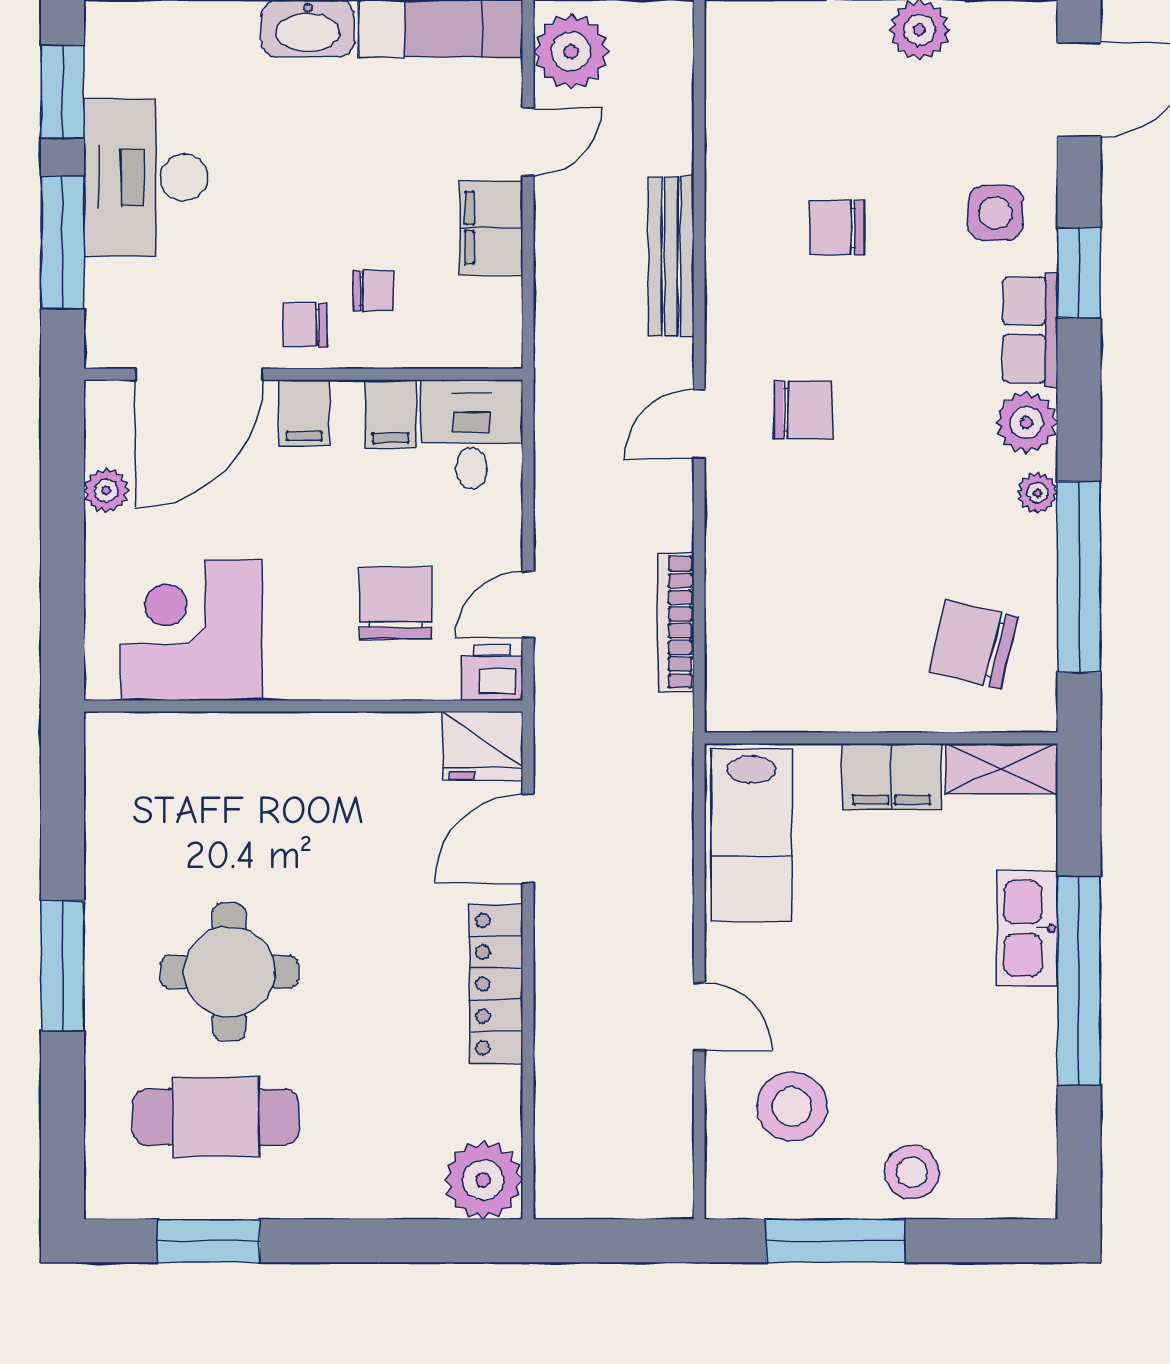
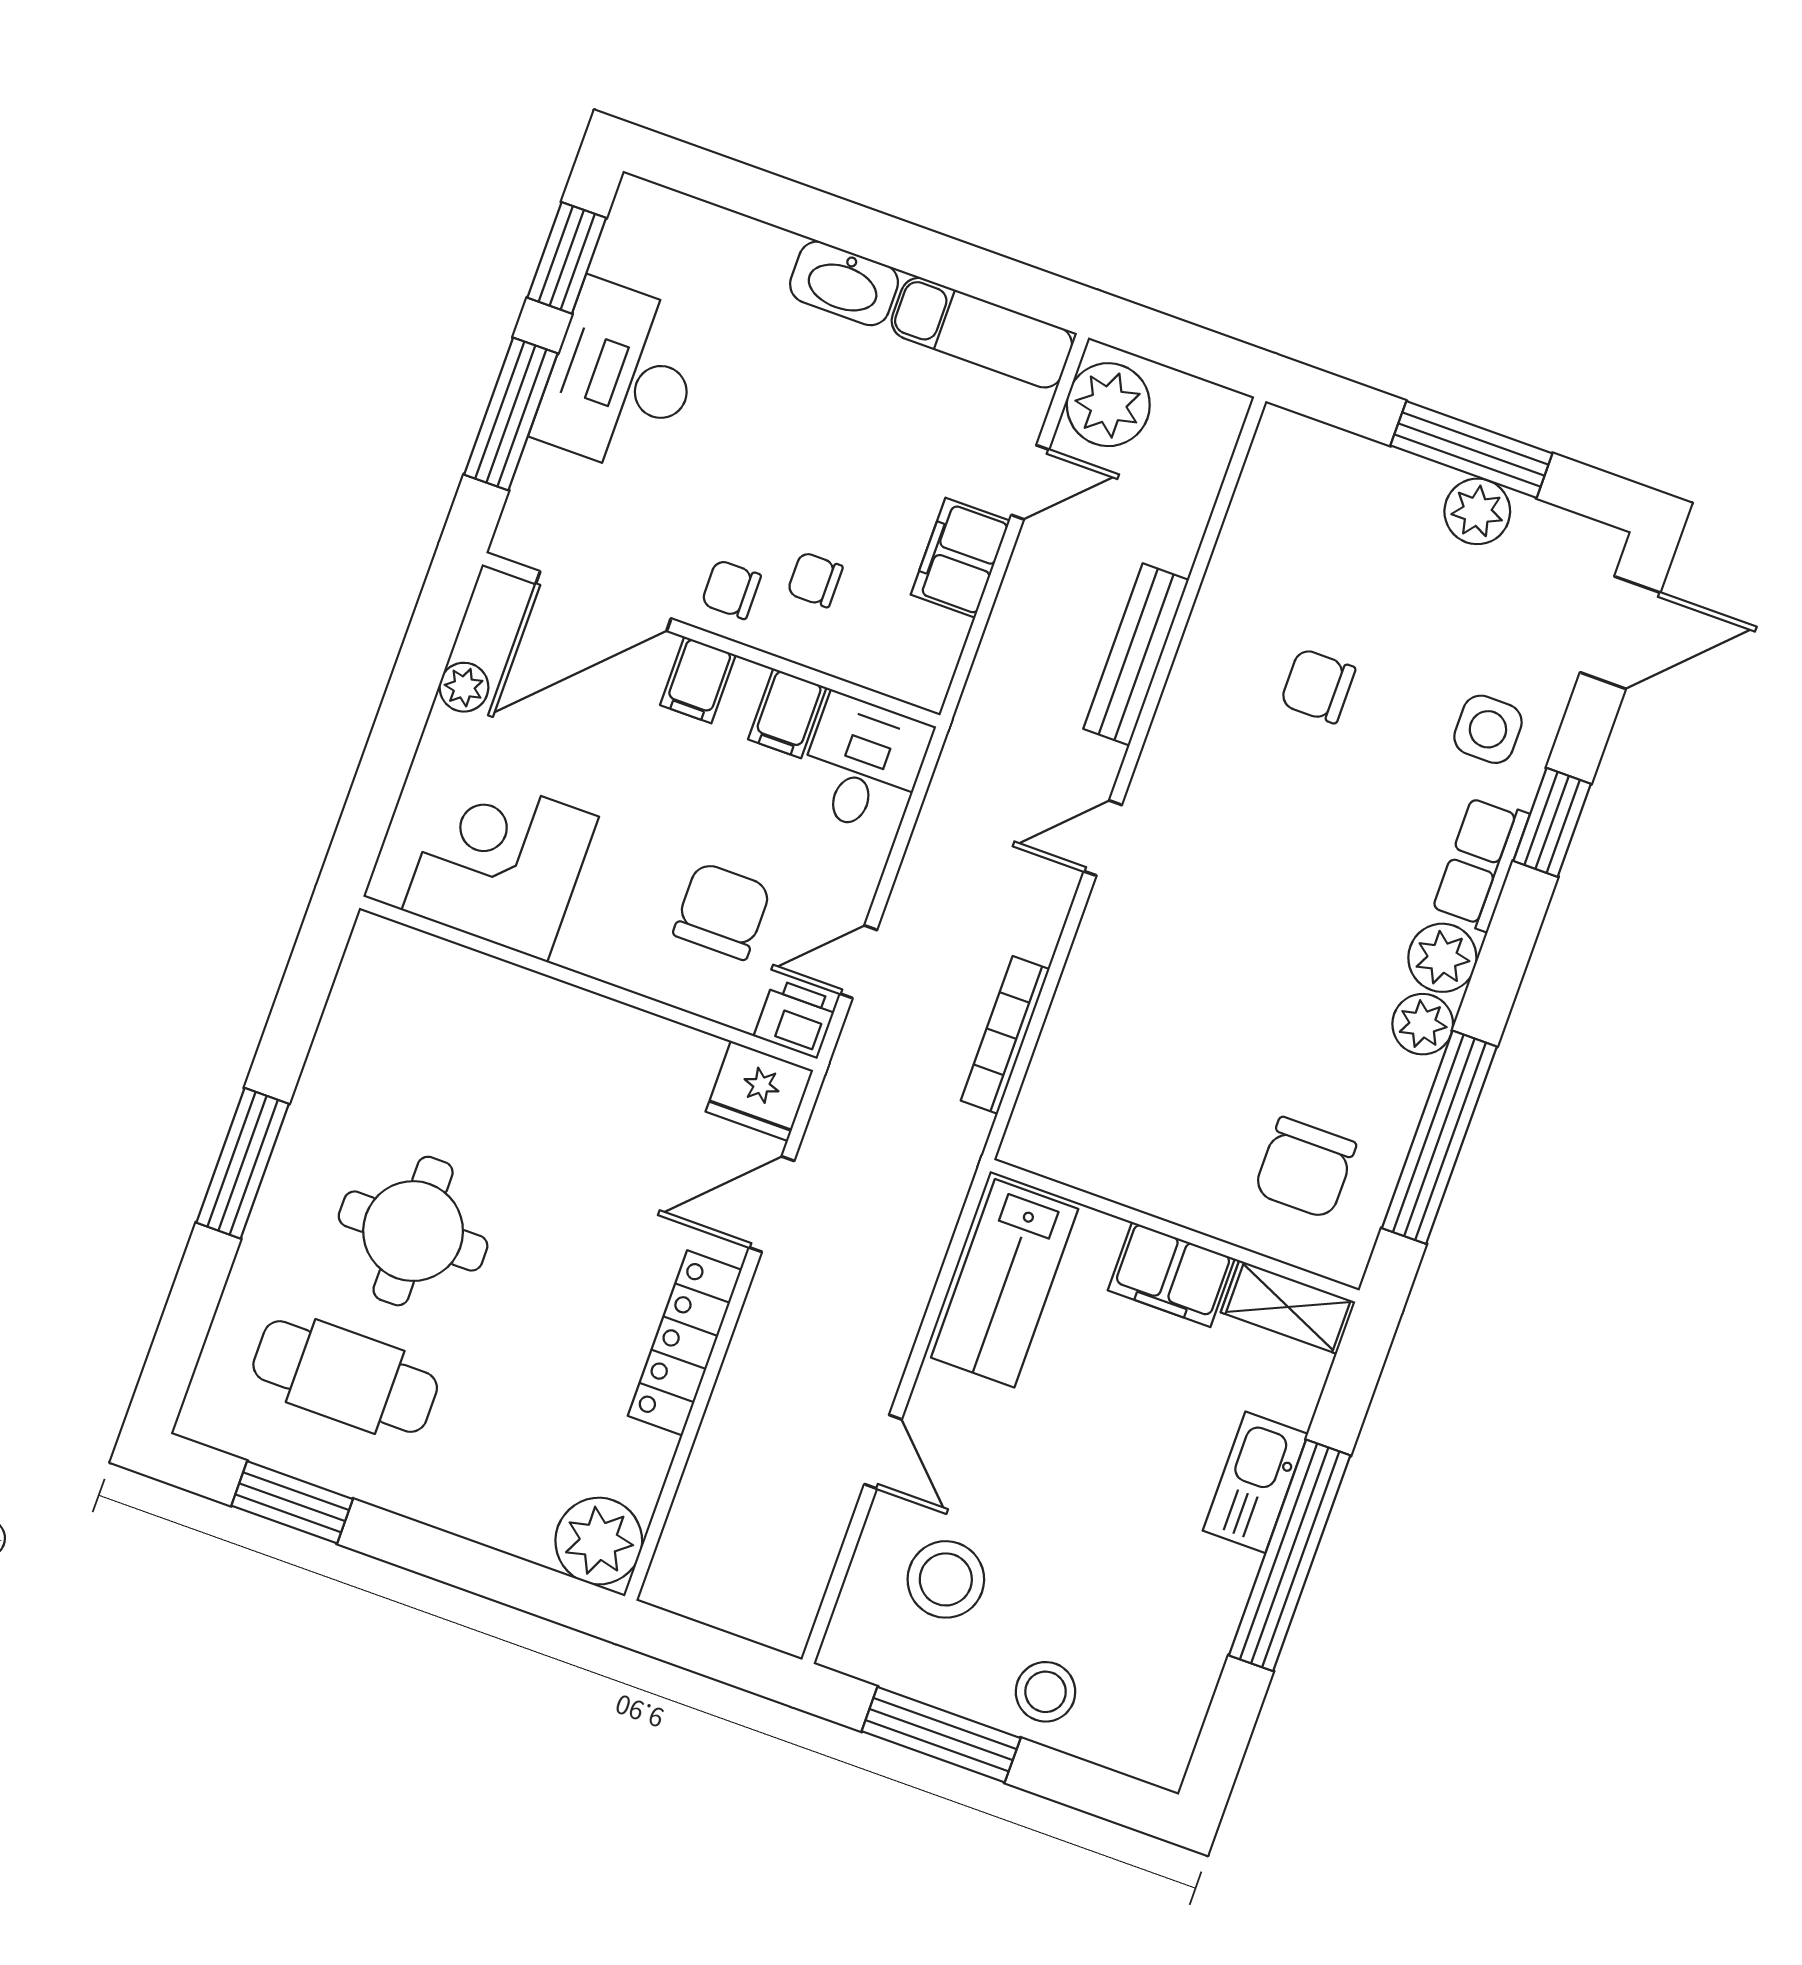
chair: (374, 291) -> (815, 580), turned 180
chair: (803, 410) -> (1216, 862), removed
plant: (1037, 493) -> (1423, 1024), width x1.38, depth x1.38
chair: (973, 644) -> (1305, 1168), turned -104

